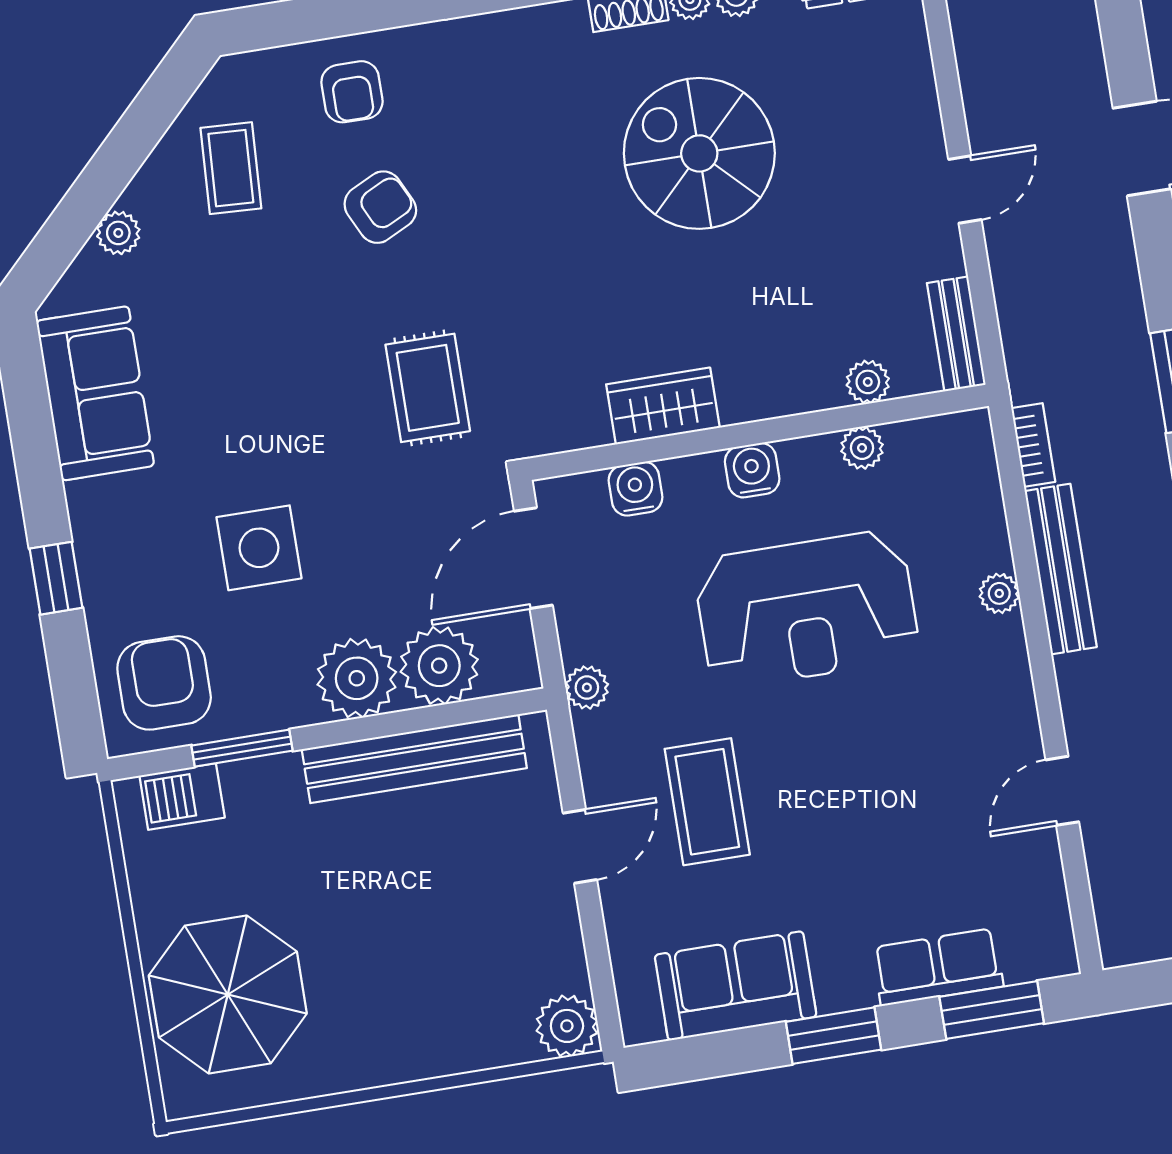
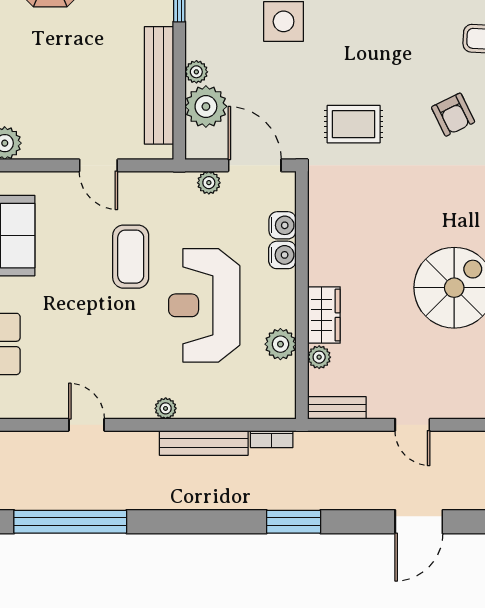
wardrobe: (663, 406) -> (324, 315), moved
plant: (862, 448) -> (280, 344), width x1.38, depth x1.38
water cooler: (752, 470) -> (282, 255), moved
plant: (999, 593) -> (166, 408), moved
plant: (357, 678) -> (196, 72), width x0.53, depth x0.53
plant: (587, 688) -> (209, 183), moved
coffee table: (707, 802) -> (131, 257), moved, turned 90

